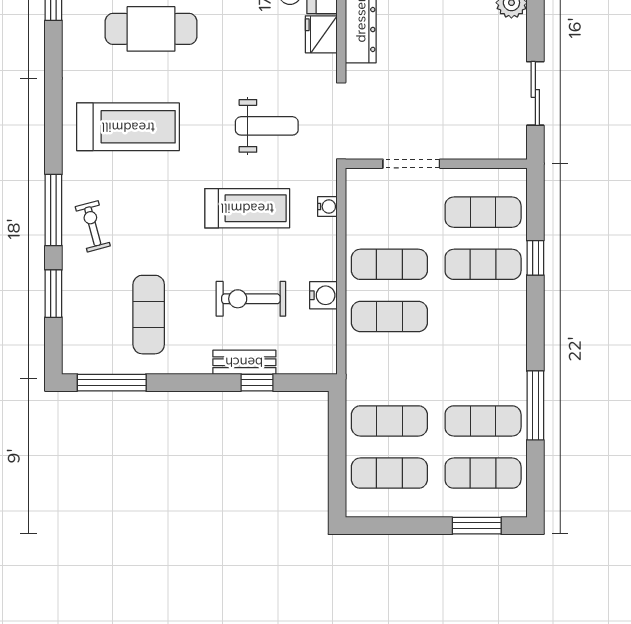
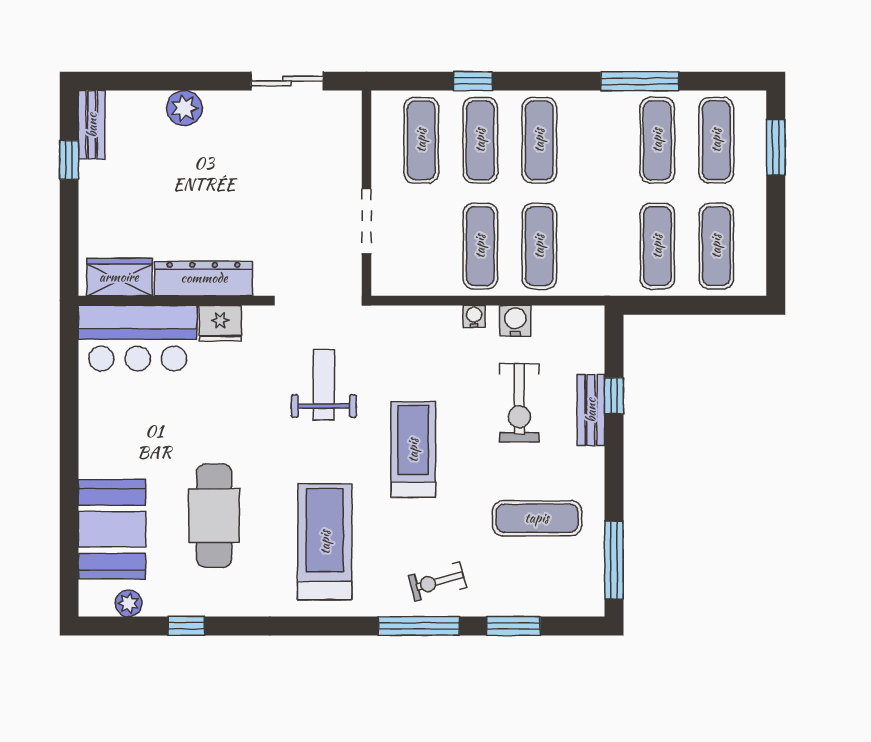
water cooler: (327, 207) -> (474, 316), moved
treadmill: (247, 208) -> (413, 450), moved
exercise mat: (483, 317) -> (539, 140), added

